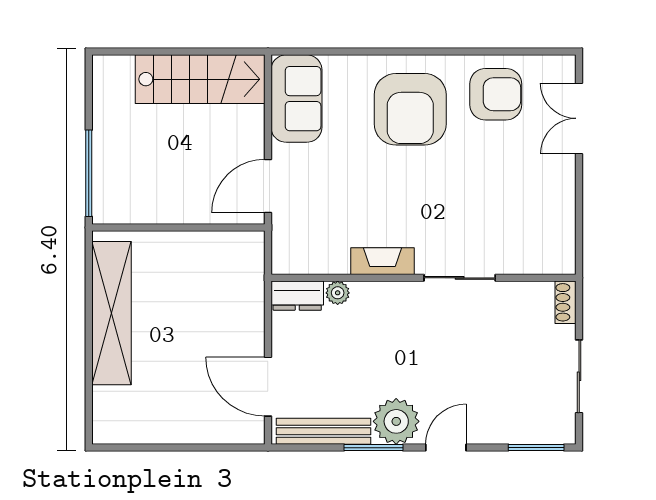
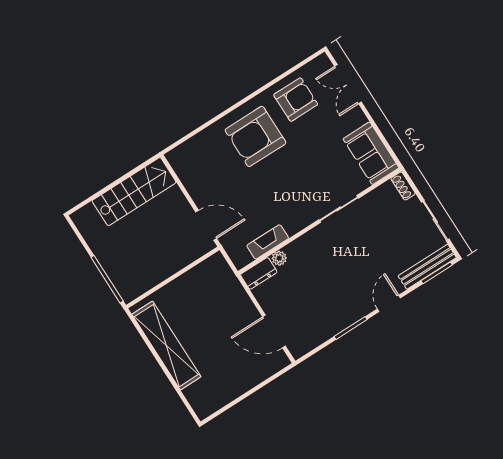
sofa: (296, 99) -> (371, 153), moved, turned 180
armchair: (410, 109) -> (255, 136), turned 90
door: (268, 186) -> (206, 225), swing flipped
fireplace: (382, 261) -> (268, 242), moved
plant: (396, 421) -> (354, 306), removed
bench: (324, 431) -> (427, 267), moved

